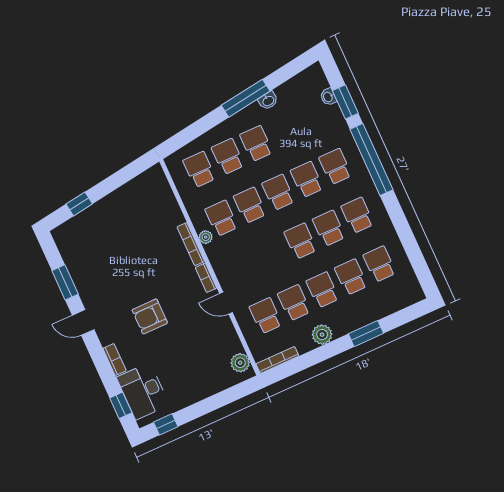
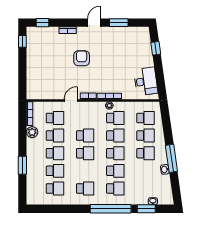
school desk: (329, 228) -> (85, 136), moved
plant: (322, 335) -> (32, 132), moved
plant: (240, 363) -> (37, 94), removed
desk: (143, 391) -> (146, 81), moved, turned 82

